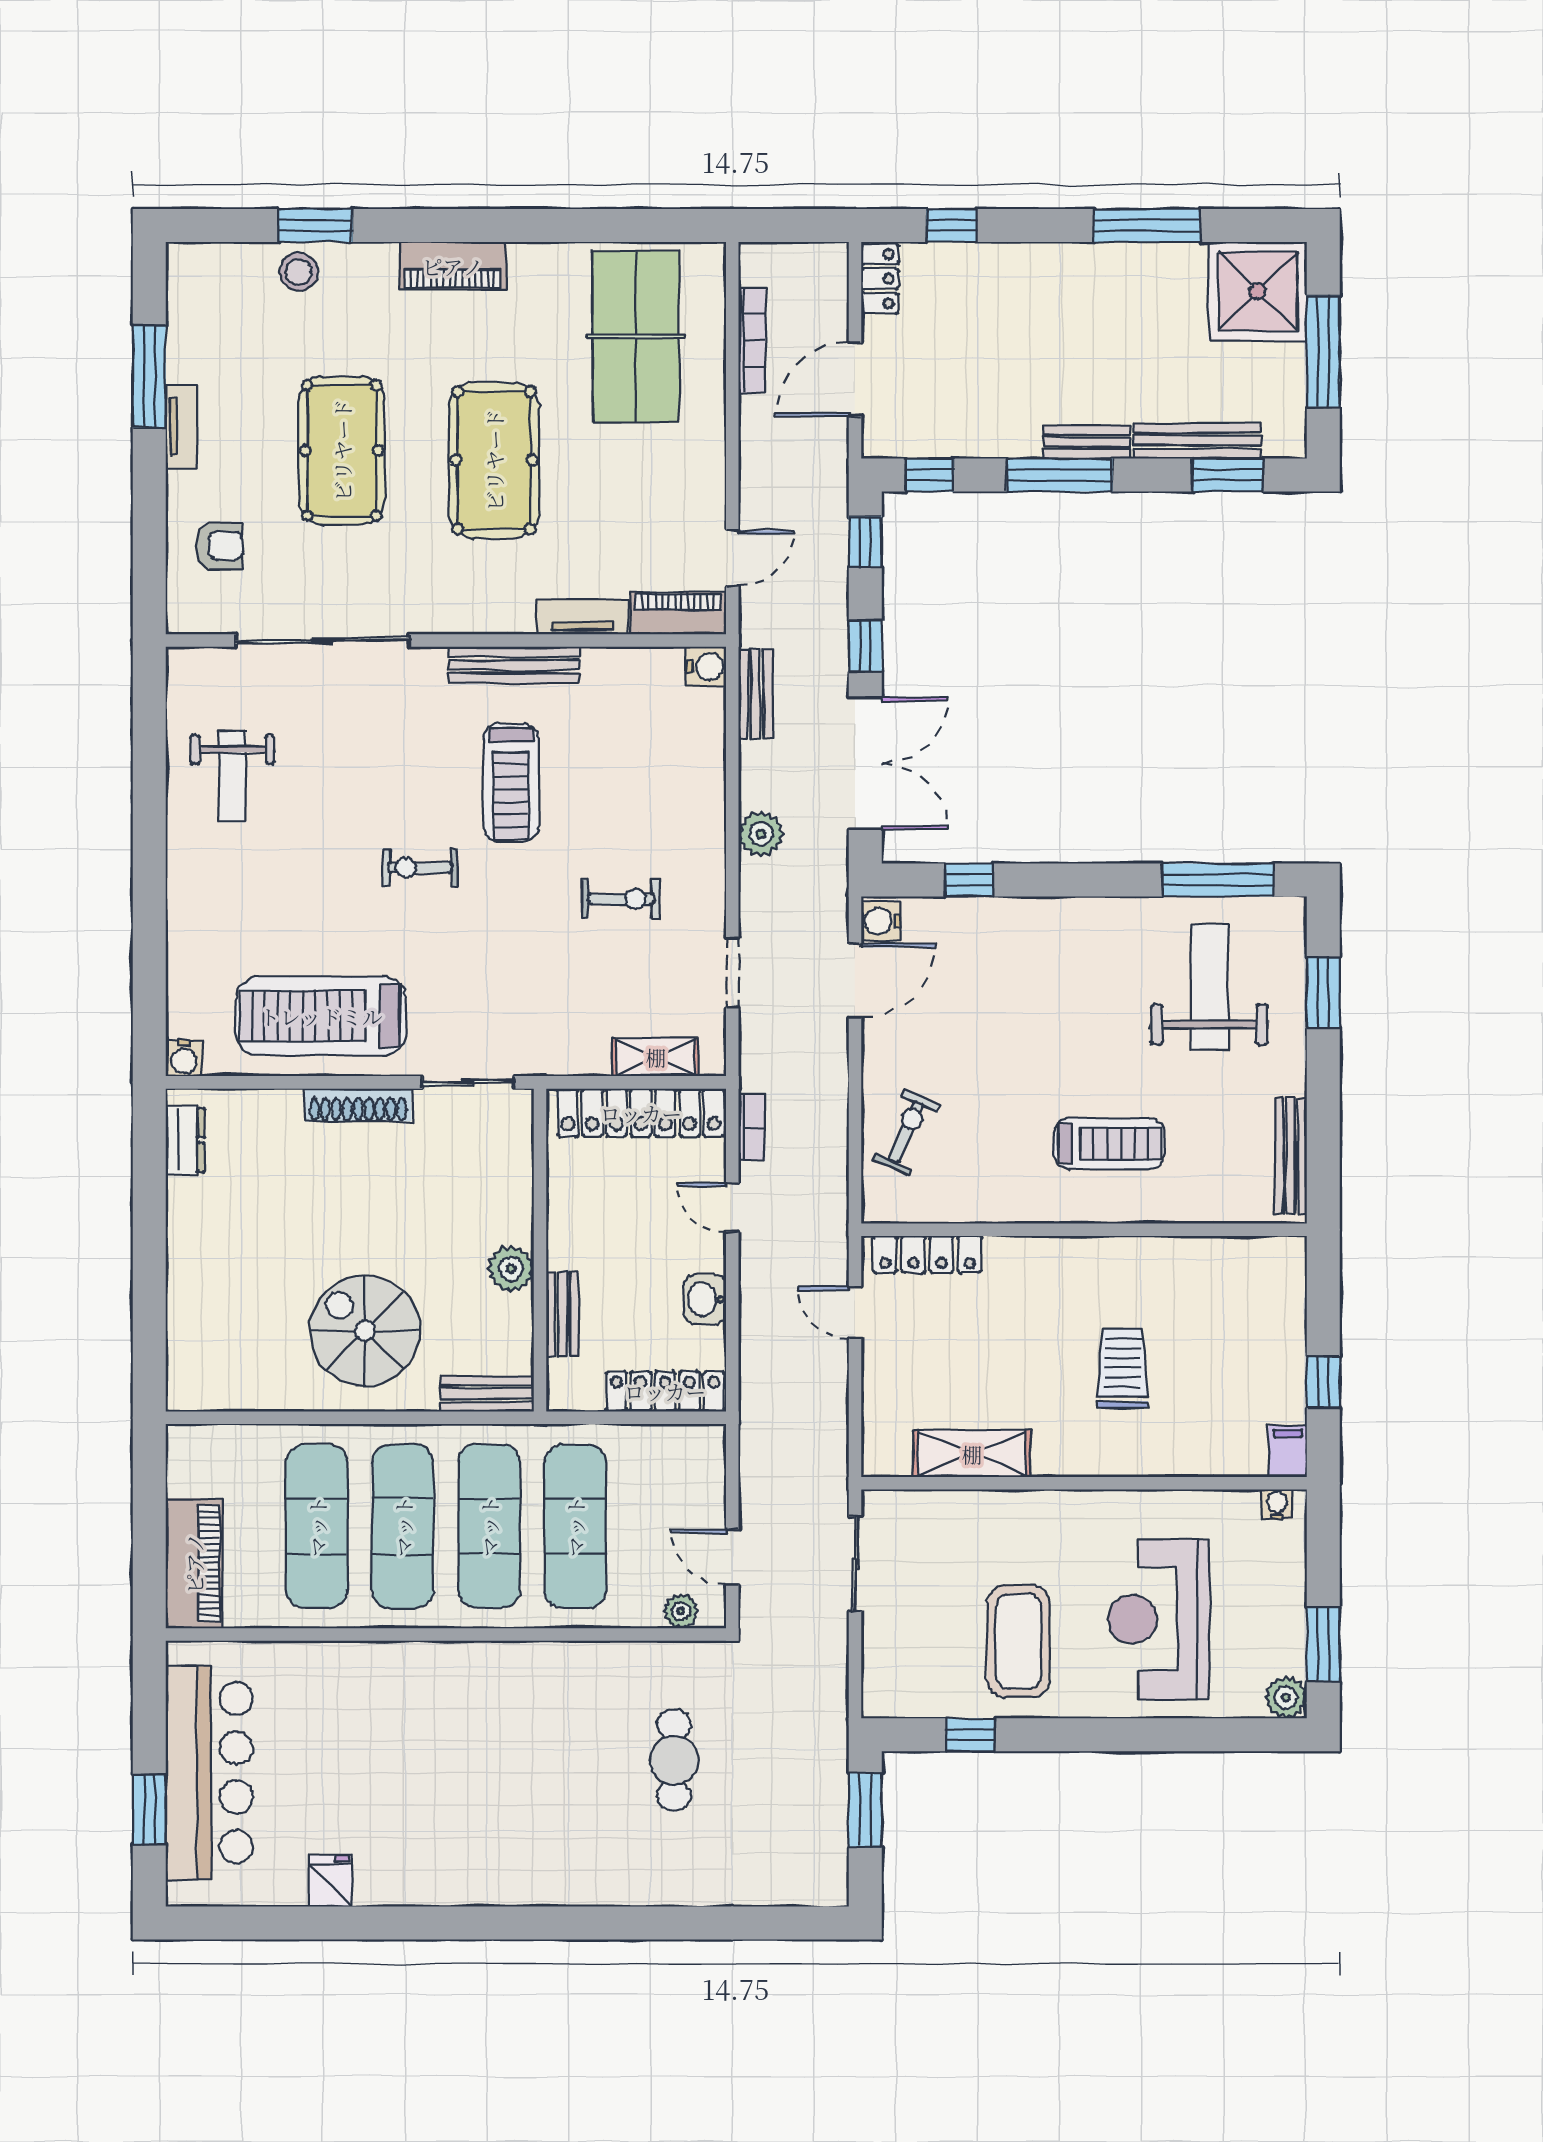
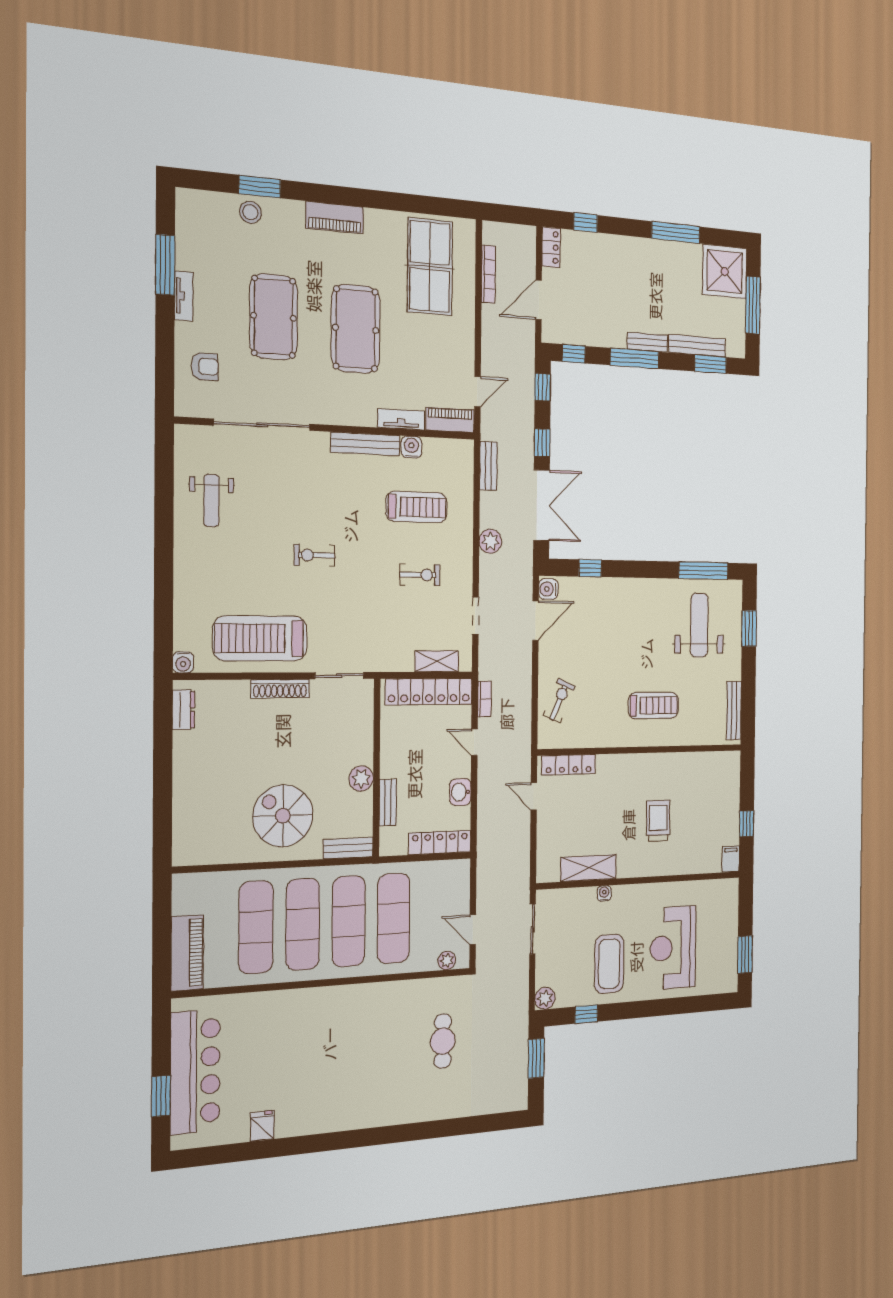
water cooler: (706, 667) -> (411, 447), moved, turned -90
treadmill: (511, 782) -> (416, 507), moved, turned -90
water cooler: (1277, 1504) -> (604, 893), moved
plant: (1286, 1697) -> (545, 998), moved

